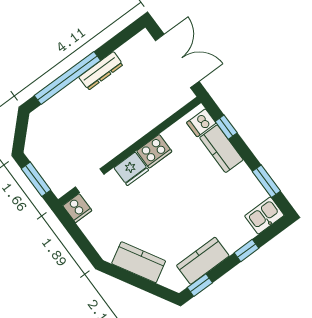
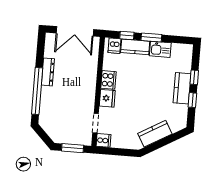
double door: (177, 61) -> (75, 31), swing flipped
window: (266, 181) -> (151, 37), moved
kitchen sink: (264, 216) -> (160, 49), moved, turned -90
kitchen counter: (203, 261) -> (182, 88), moved
window: (200, 285) -> (192, 100), moved

